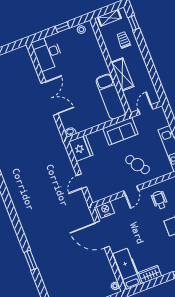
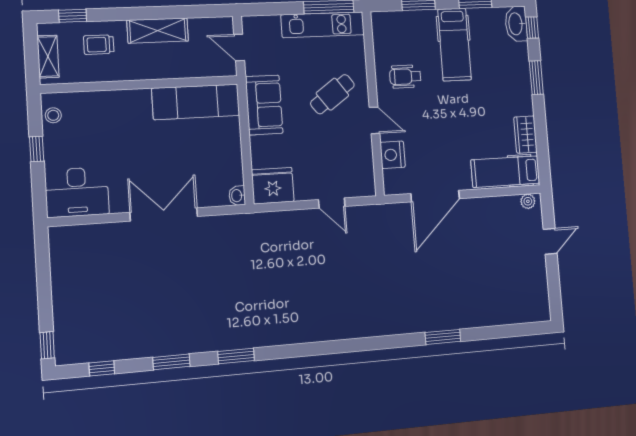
shelving: (122, 74) -> (158, 31), moved
nightstand: (106, 210) -> (393, 155), moved

